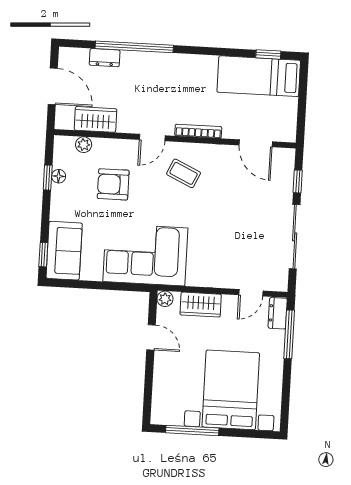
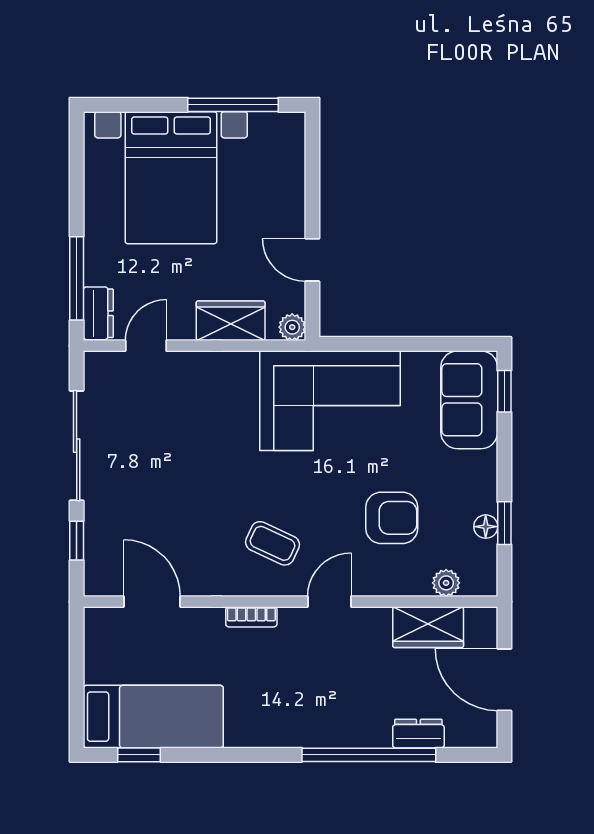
bookcase: (198, 131) -> (251, 617), width x0.64

